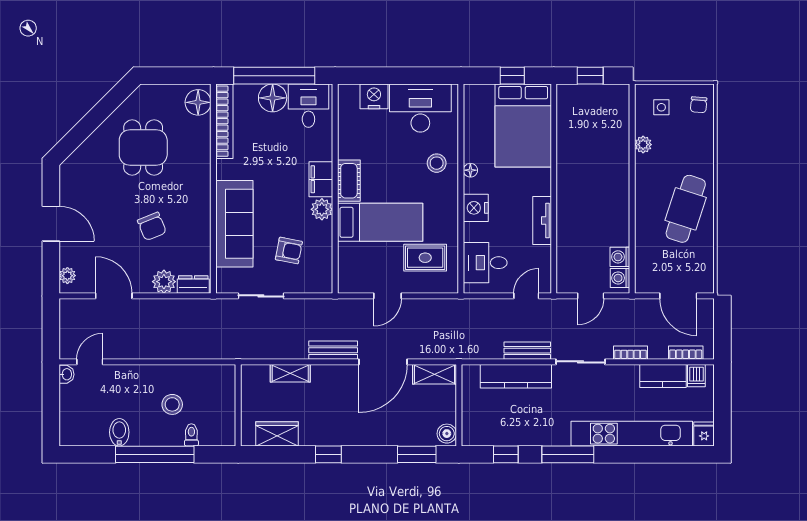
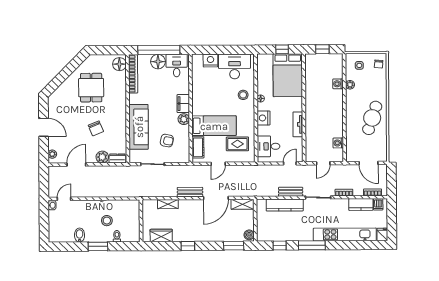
cot: (349, 181) -> (198, 147), moved
washing machine: (620, 278) -> (338, 84), moved
door: (114, 296) -> (76, 165), hinge flipped
window: (155, 454) -> (98, 246), width x0.47

